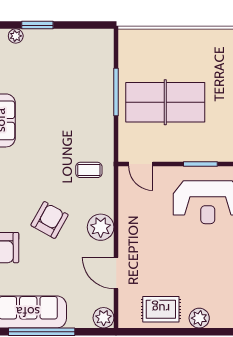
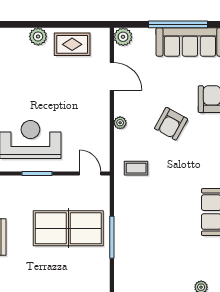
plant: (101, 227) -> (120, 123), width x0.53, depth x0.53

